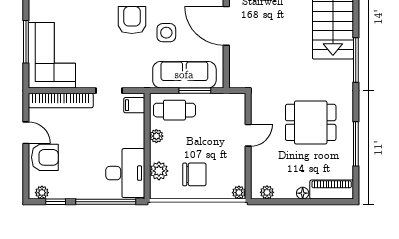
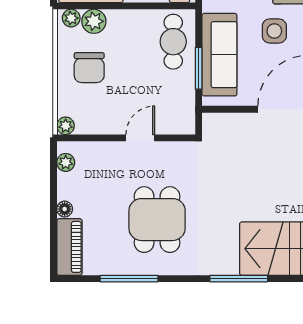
door: (248, 135) -> (140, 138), swing flipped
plant: (156, 136) -> (71, 18), moved

